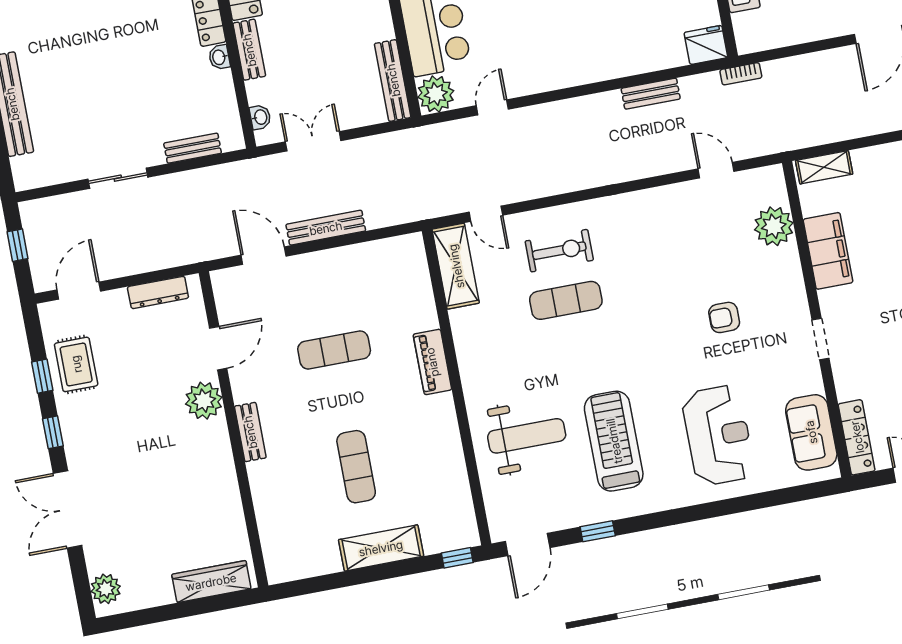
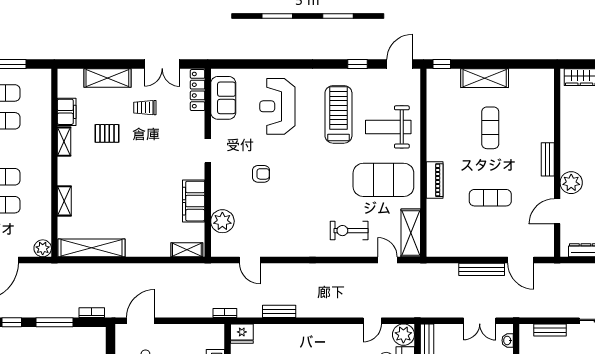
exercise mat: (566, 300) -> (383, 180), moved, width x2.00, depth x1.45
treadmill: (614, 441) -> (338, 114), turned 180

